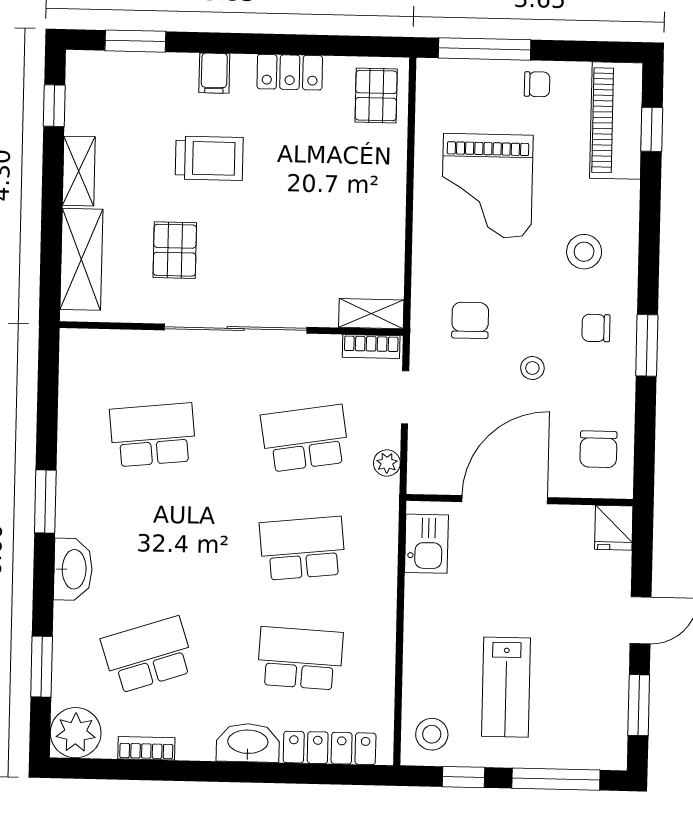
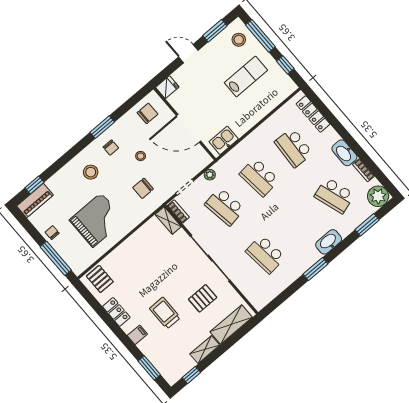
pallet: (376, 96) -> (100, 279), turned 90
piano: (616, 121) -> (35, 200), width x0.73, depth x0.75
stool: (432, 734) -> (239, 40), moved
washbasin: (248, 743) -> (344, 153), moved

